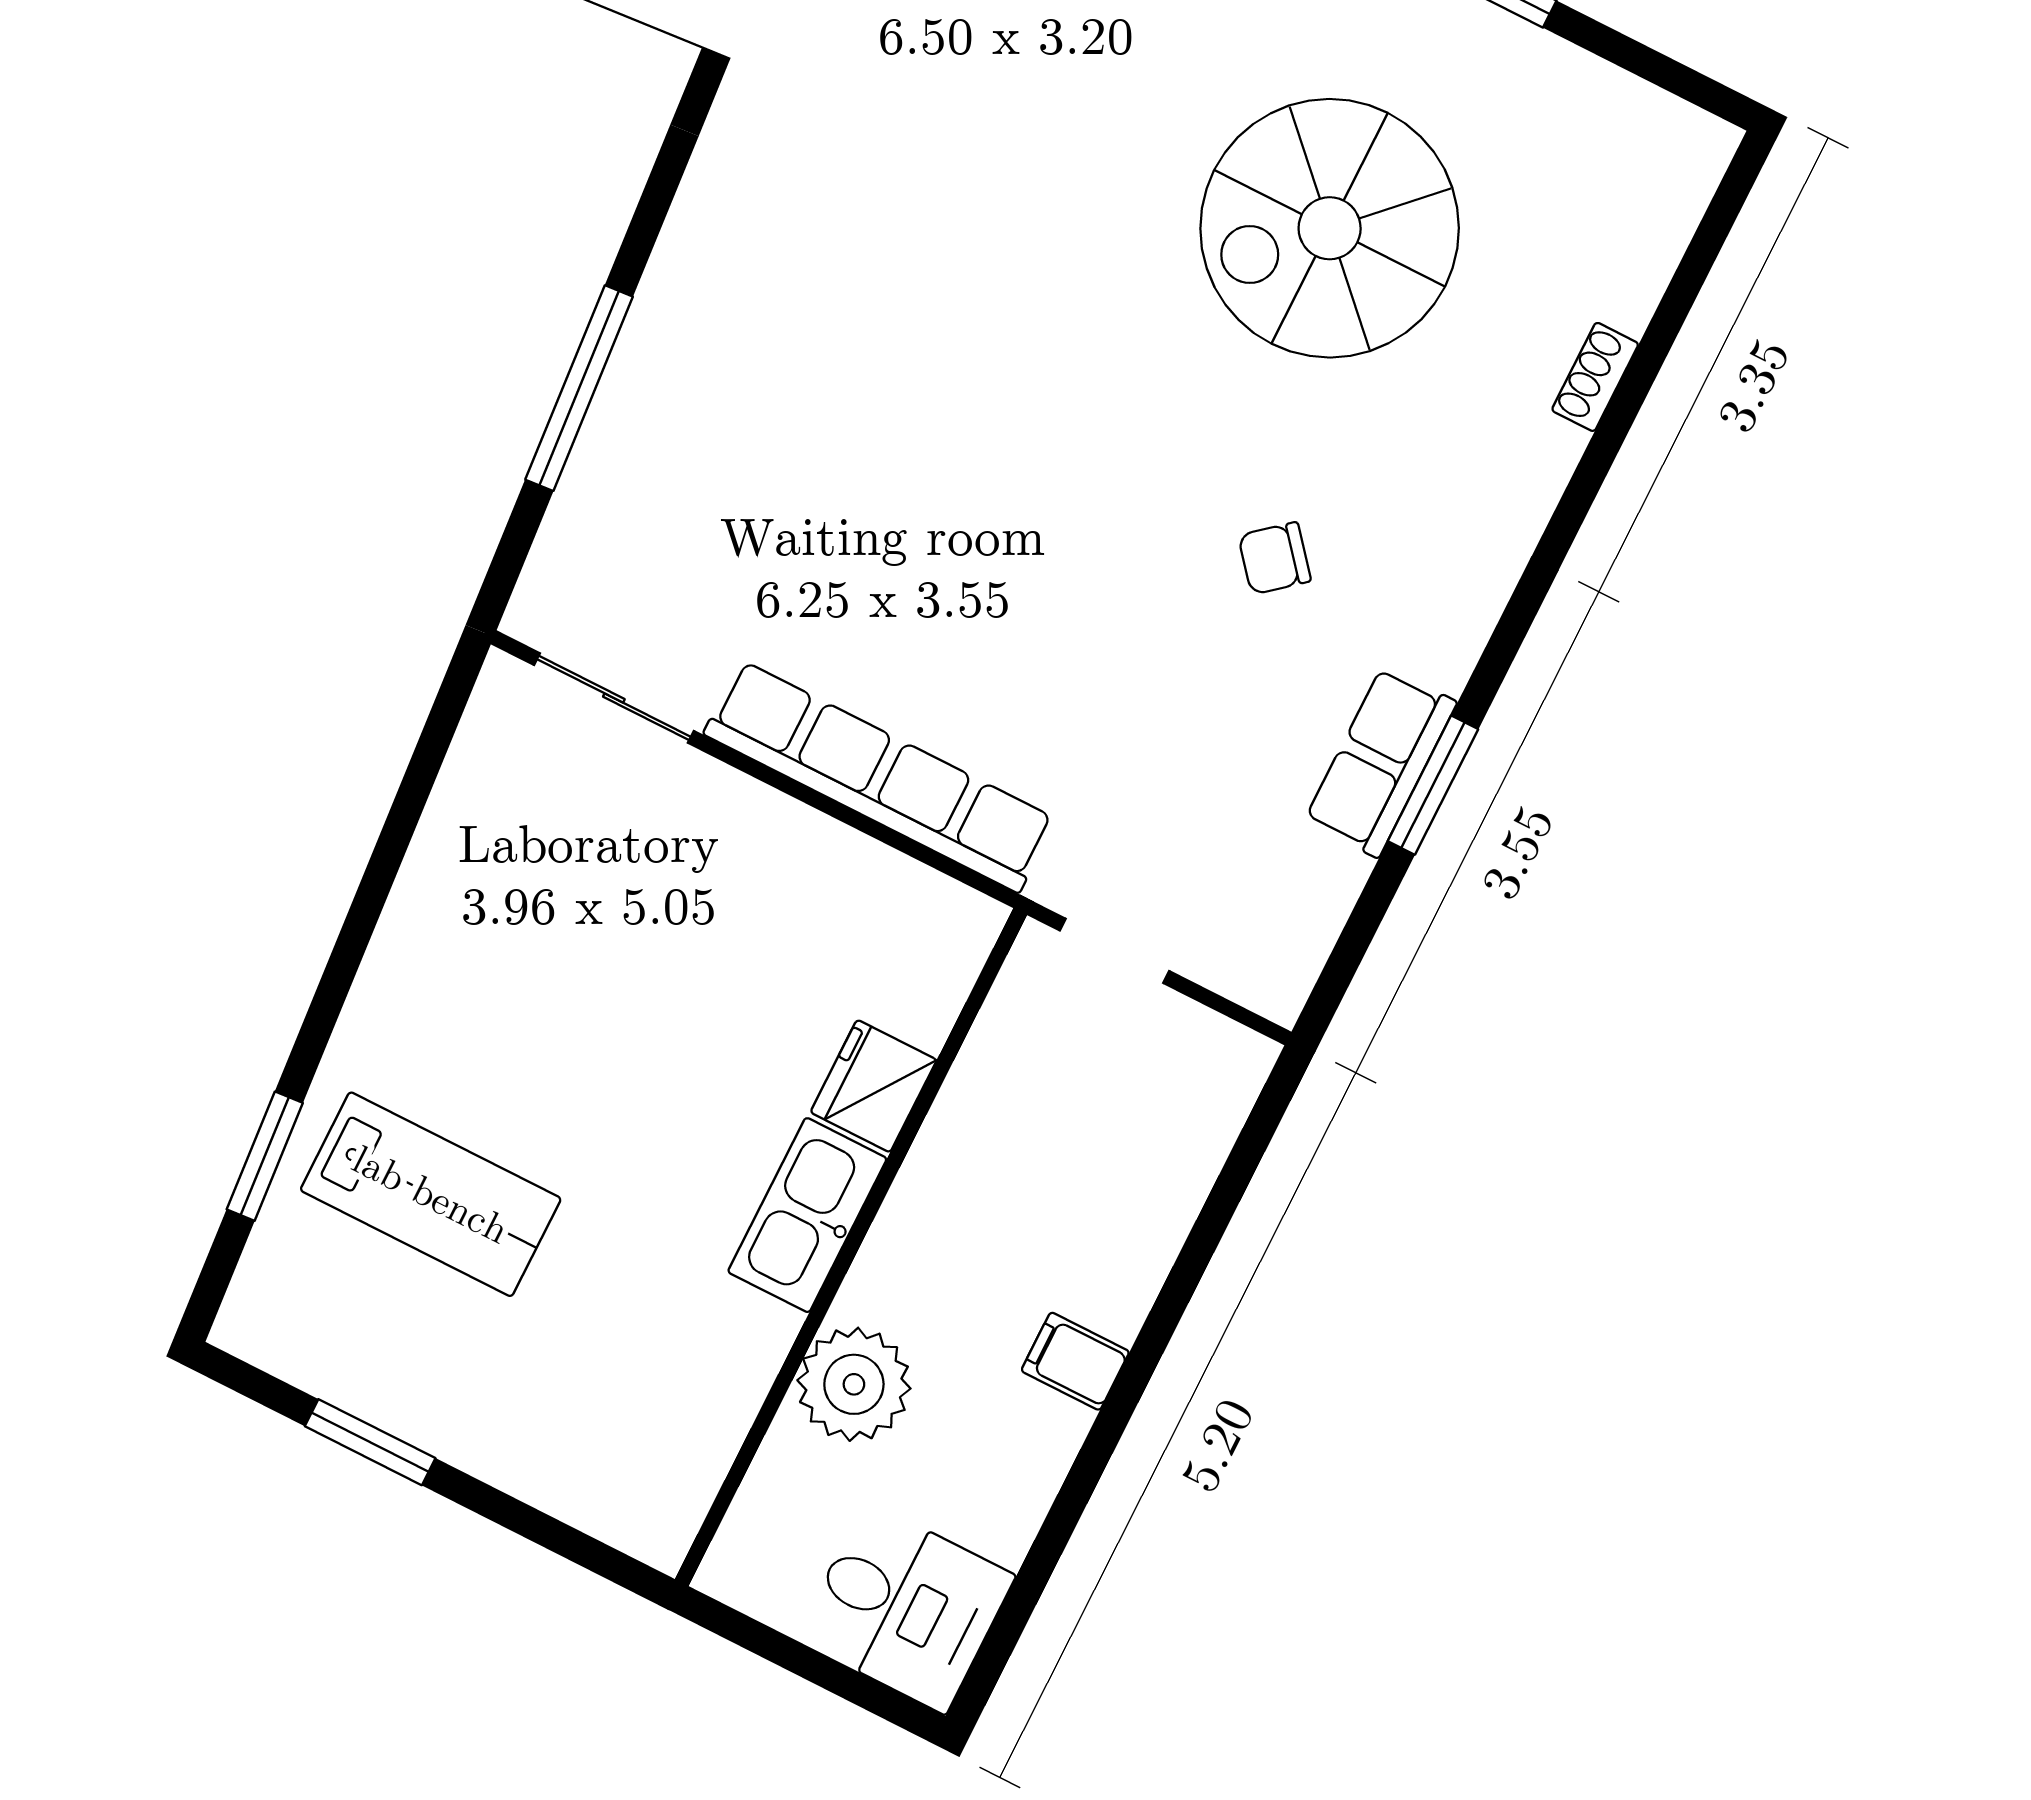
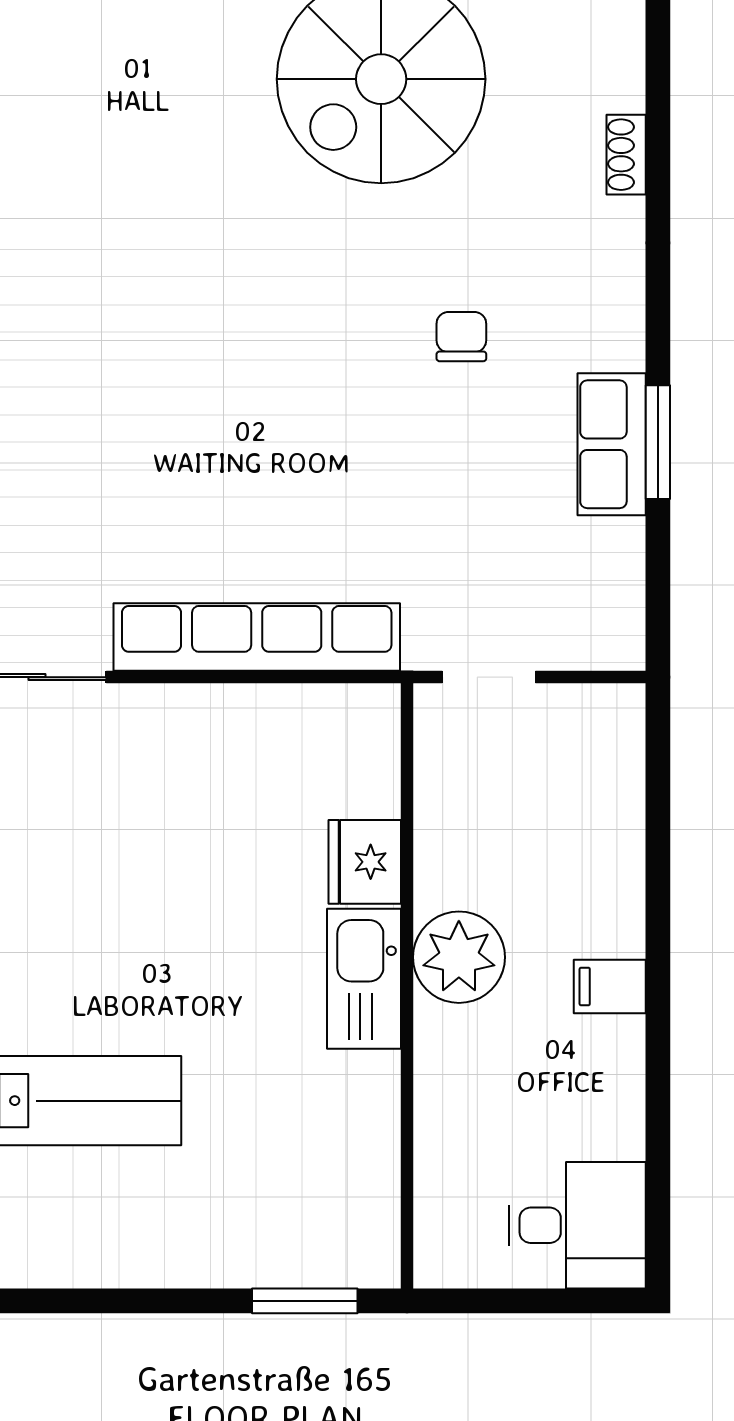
shoe rack: (1595, 377) -> (626, 155), moved
chair: (1275, 558) -> (461, 337), turned 130
plant: (854, 1384) -> (459, 957), moved
window: (370, 1442) -> (305, 1301), moved

